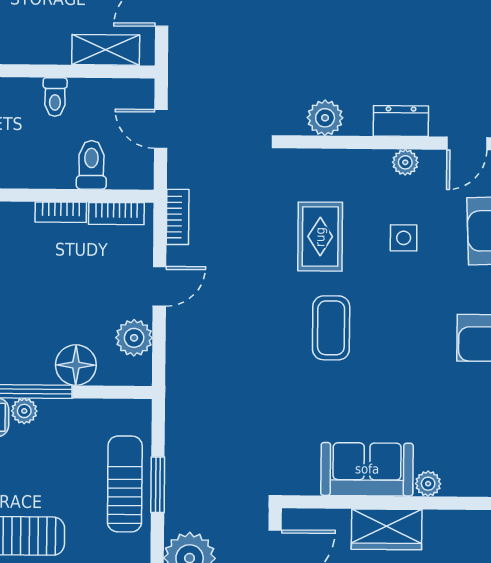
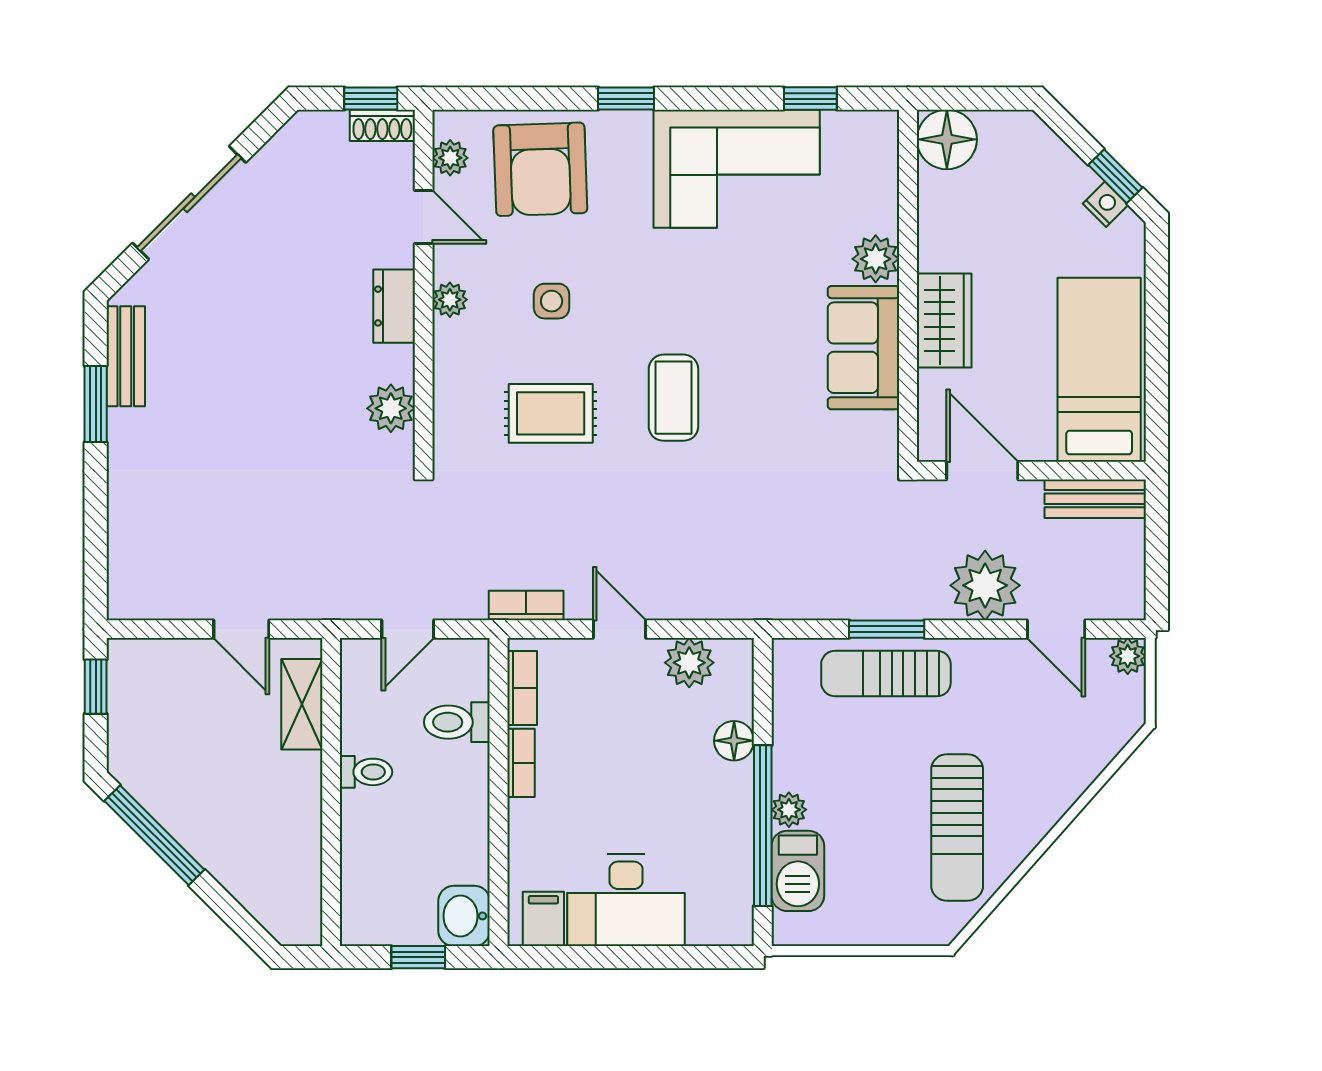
coffee table: (331, 328) -> (673, 398), turned 90
floor lamp: (76, 365) -> (734, 741), width x0.73, depth x0.73
plant: (428, 484) -> (876, 259), width x1.38, depth x1.38

